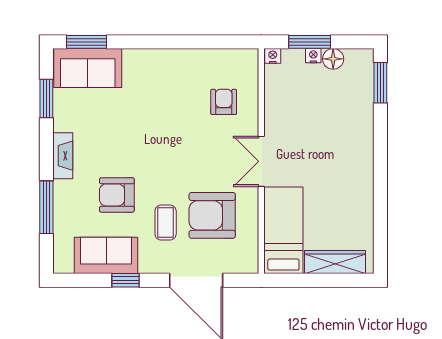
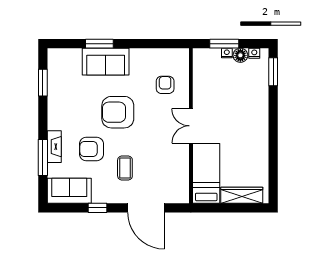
window: (87, 42) -> (99, 44), moved
nightstand: (273, 56) -> (254, 53), moved
sofa: (88, 68) -> (106, 62), moved
fireplace: (63, 156) -> (54, 147), moved
armchair: (212, 215) -> (118, 112), moved
sofa: (106, 255) -> (69, 191), moved

